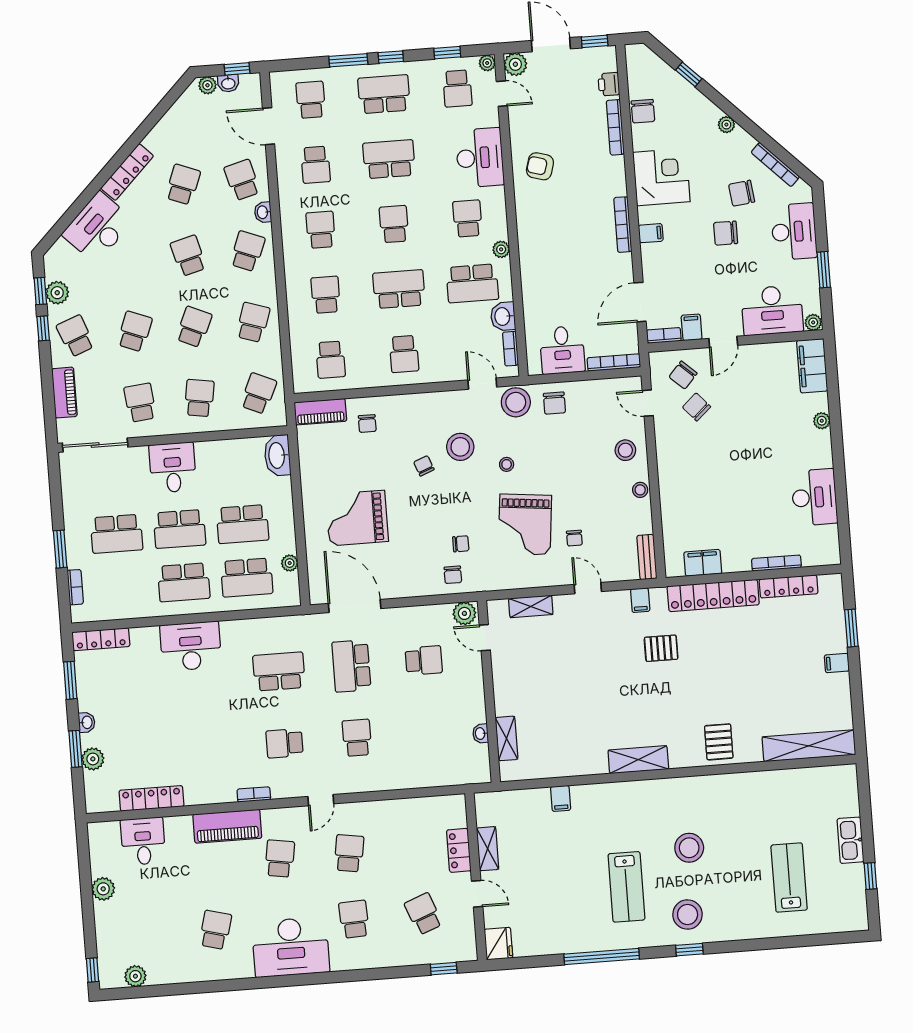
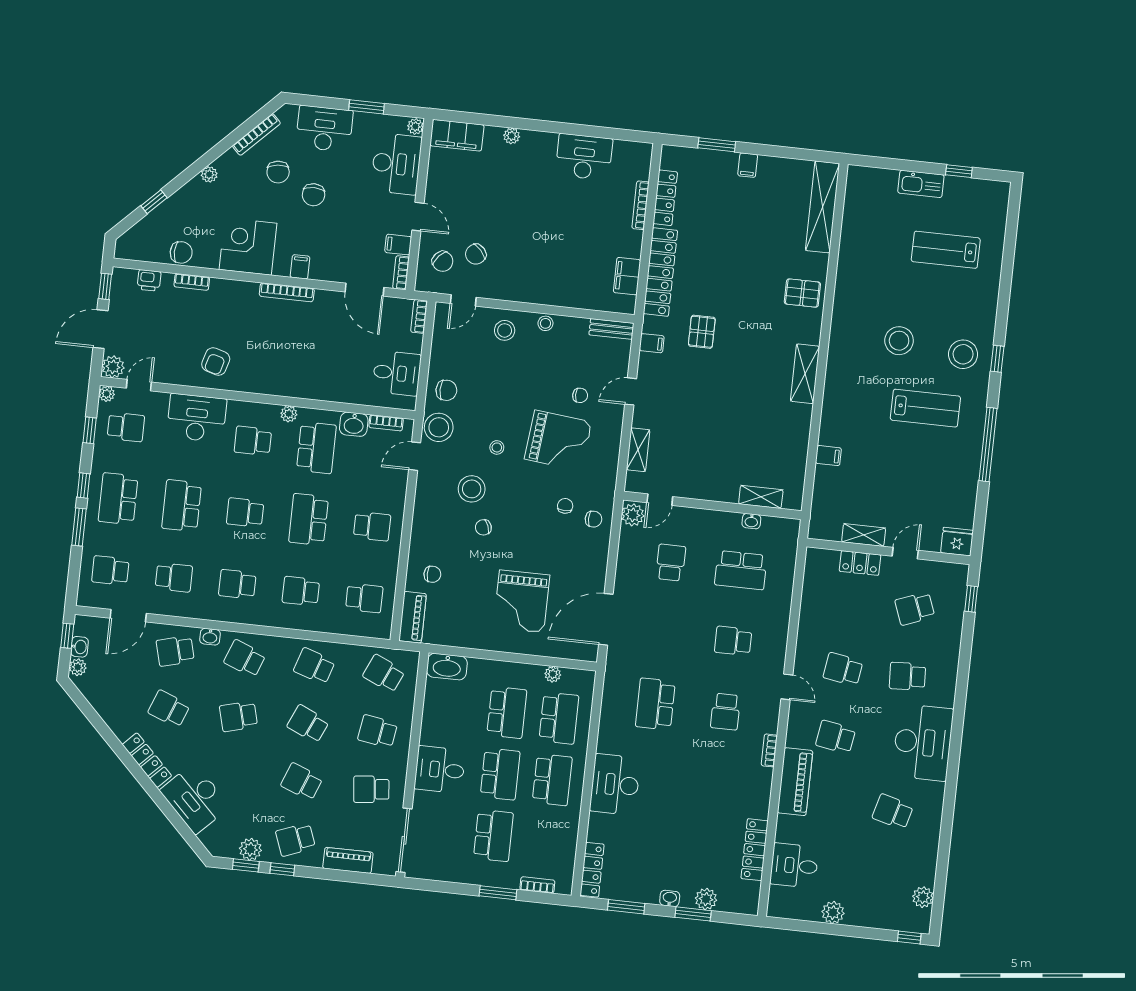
bookcase: (615, 127) -> (192, 282), width x0.64
bookcase: (614, 362) -> (419, 316), width x0.64
school desk: (351, 666) -> (741, 570), moved

